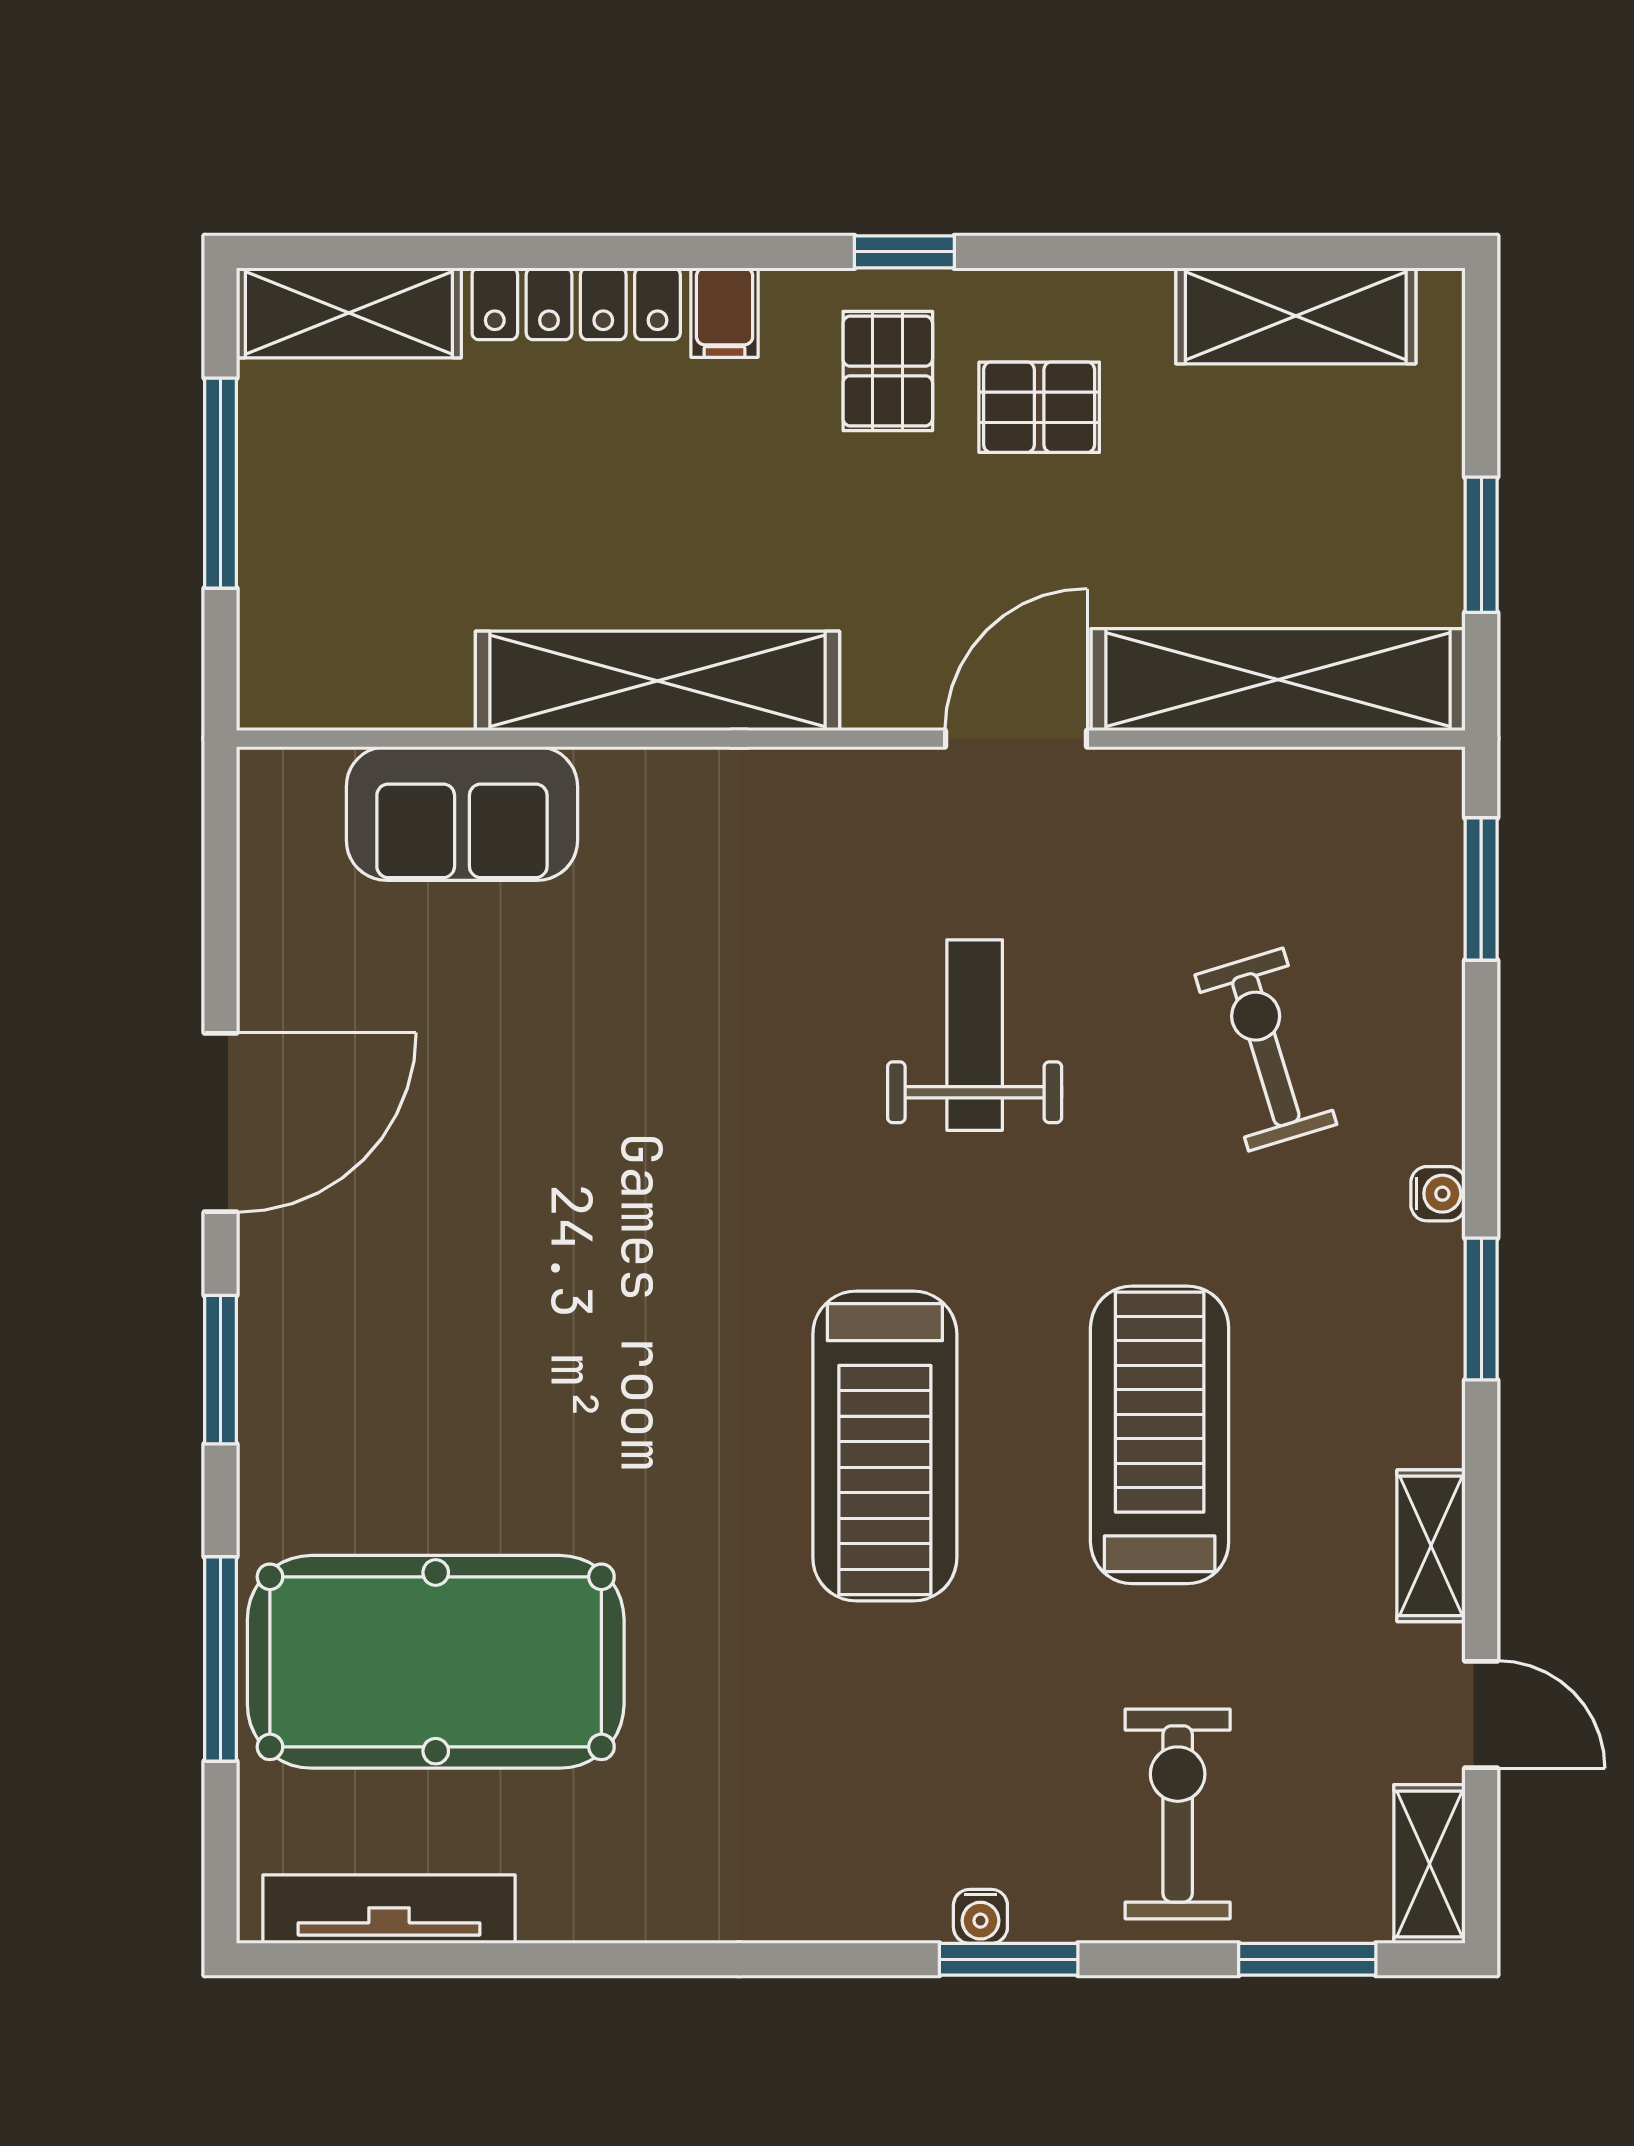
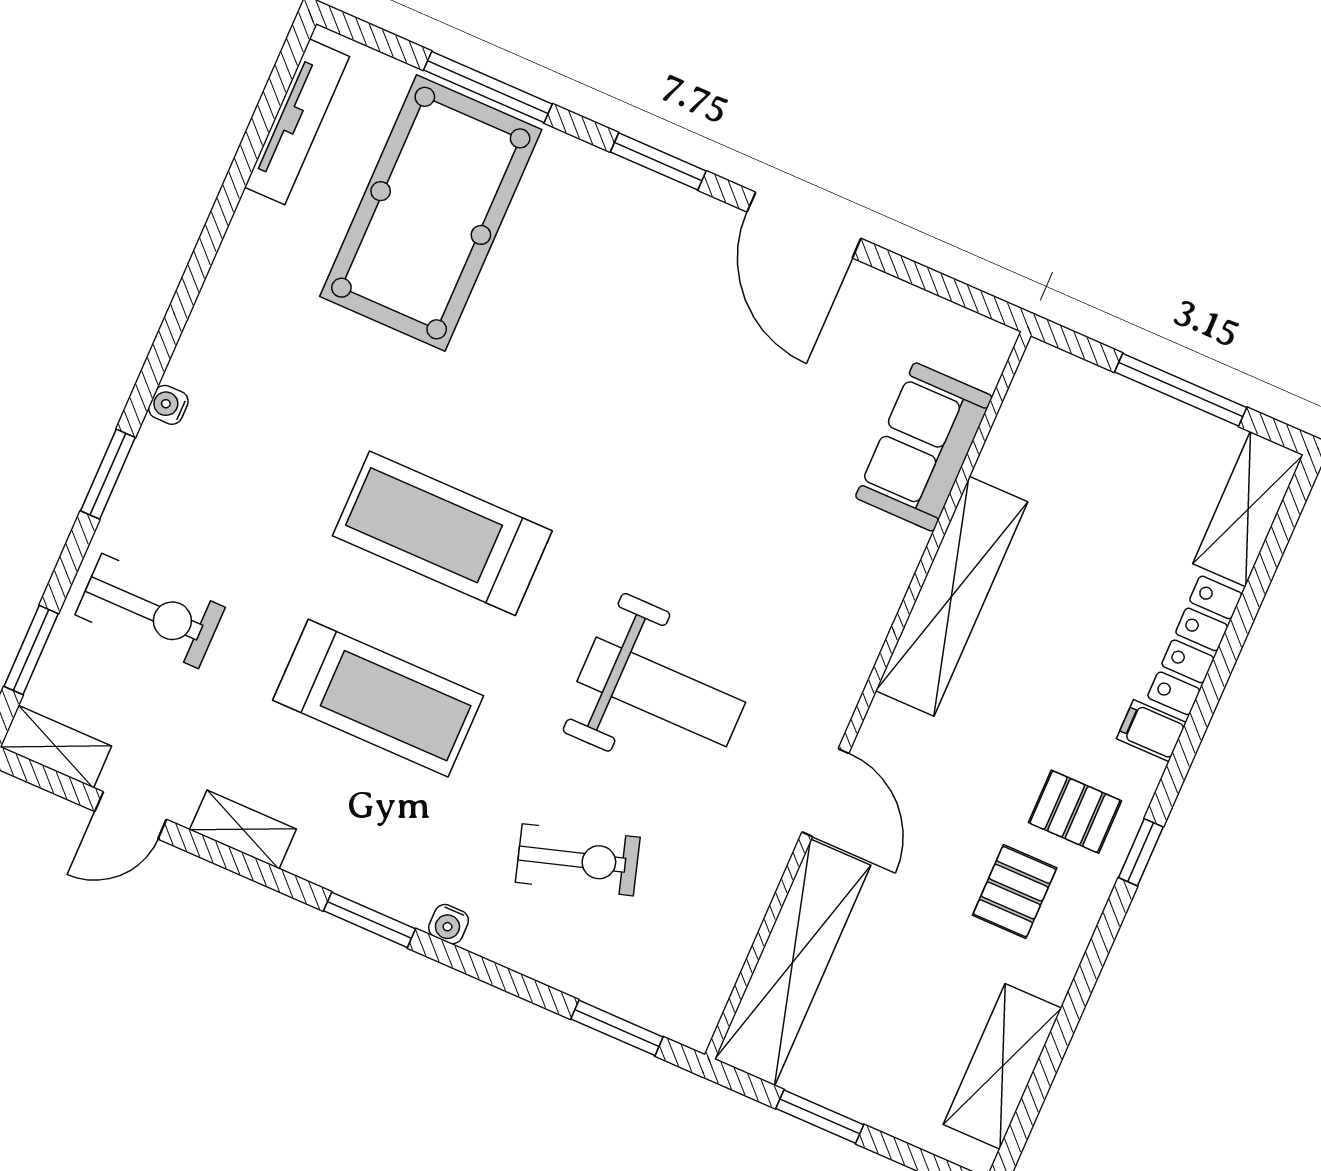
weight bench: (975, 1035) -> (661, 692), width x1.36, depth x1.33
water cooler: (980, 1916) -> (168, 405), moved

